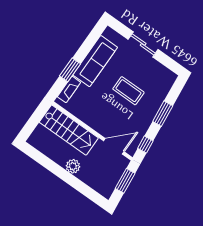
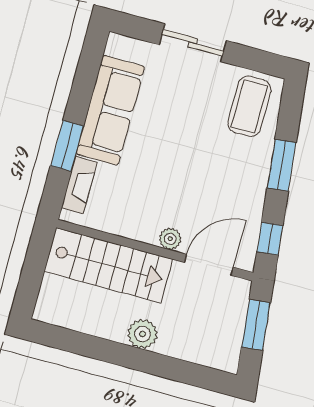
coffee table: (128, 91) -> (249, 106), moved, turned 90
plant: (101, 128) -> (170, 239), added

